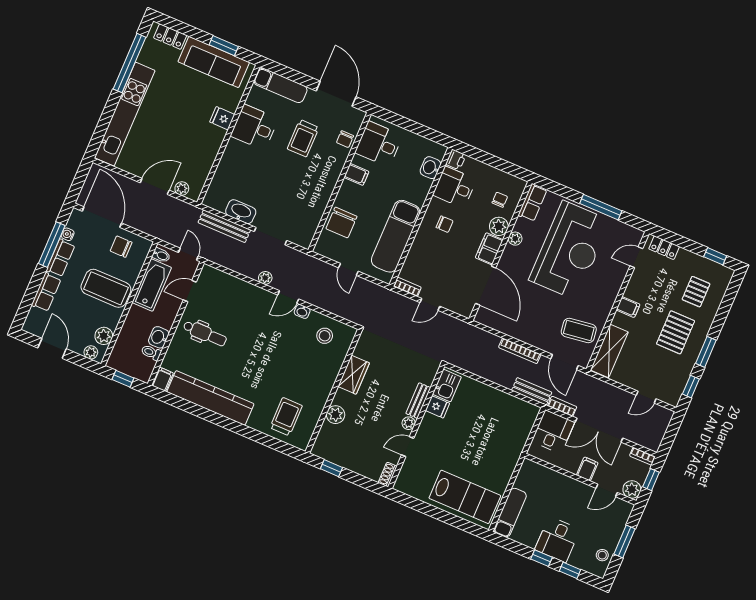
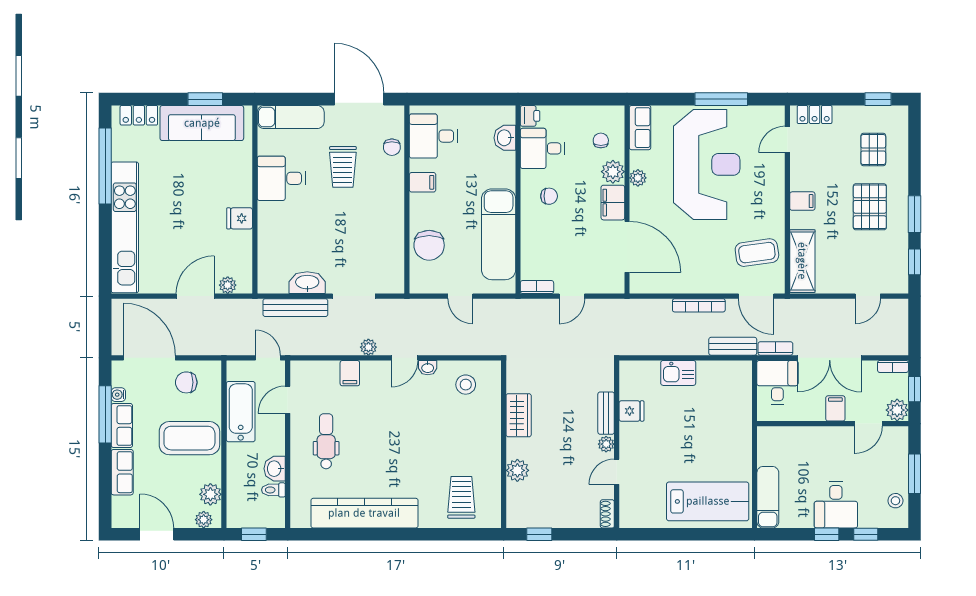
fridge: (222, 118) -> (240, 218), moved
bidet: (161, 255) -> (237, 373), removed
dental chair: (205, 333) -> (326, 441), turned -90
filing cabinet: (162, 379) -> (350, 373), moved, turned 180
kitchen sink: (447, 386) -> (678, 373), moved, turned 90

